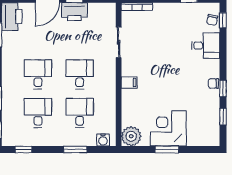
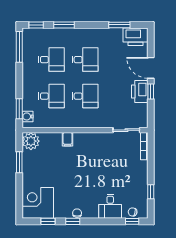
sliding door: (119, 42) -> (126, 130), moved
filing cabinet: (129, 82) -> (68, 139), moved
corner desk: (168, 128) -> (38, 203), moved, turned -90
window: (23, 149) -> (19, 47), width x2.17
window: (75, 149) -> (19, 109), moved
window: (167, 149) -> (19, 162), moved

